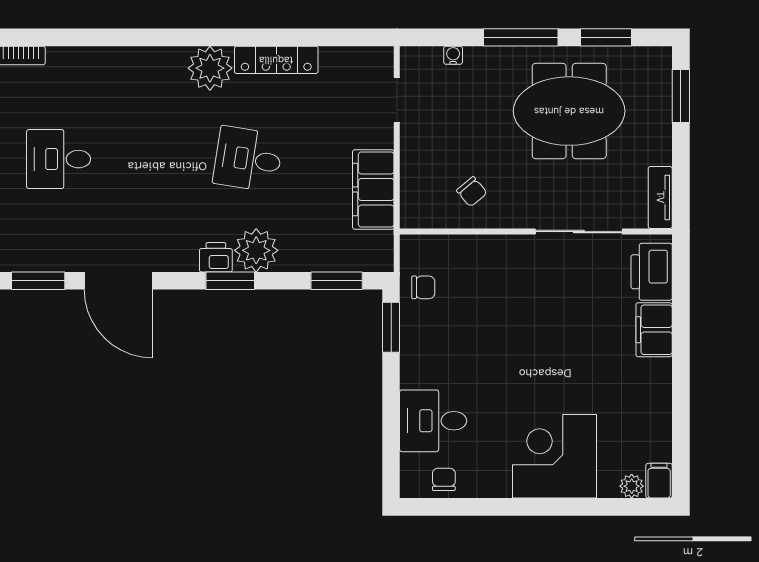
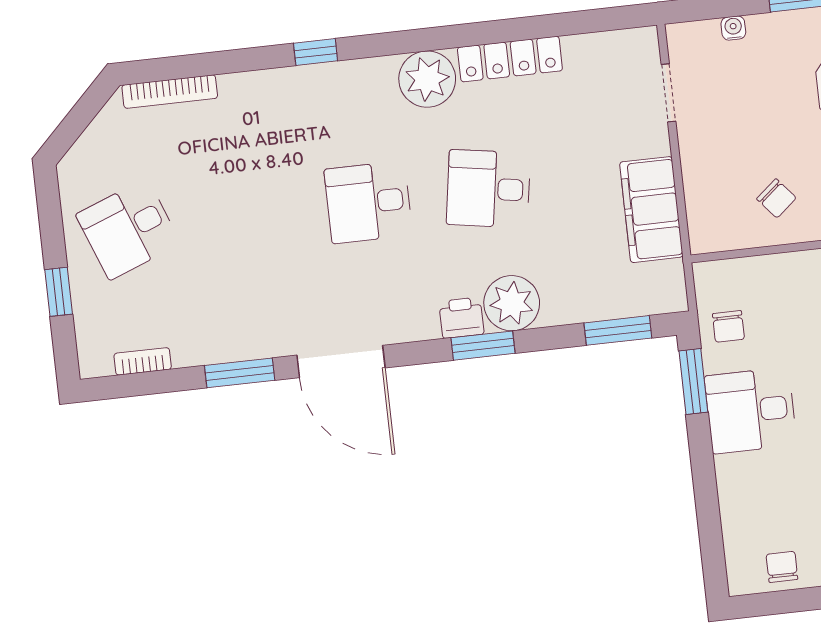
window: (125, 37) -> (316, 52), added
desk: (59, 159) -> (368, 202), moved
chair: (423, 287) -> (728, 326), turned 90
desk: (433, 421) -> (751, 411), moved

